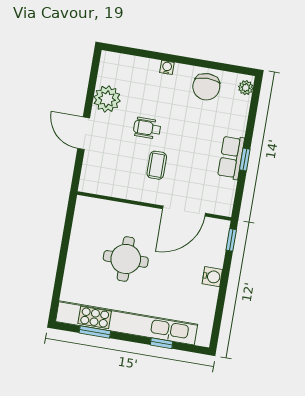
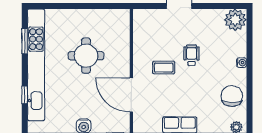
chair: (206, 87) -> (232, 96), turned 90
plant: (107, 99) -> (235, 20), moved

